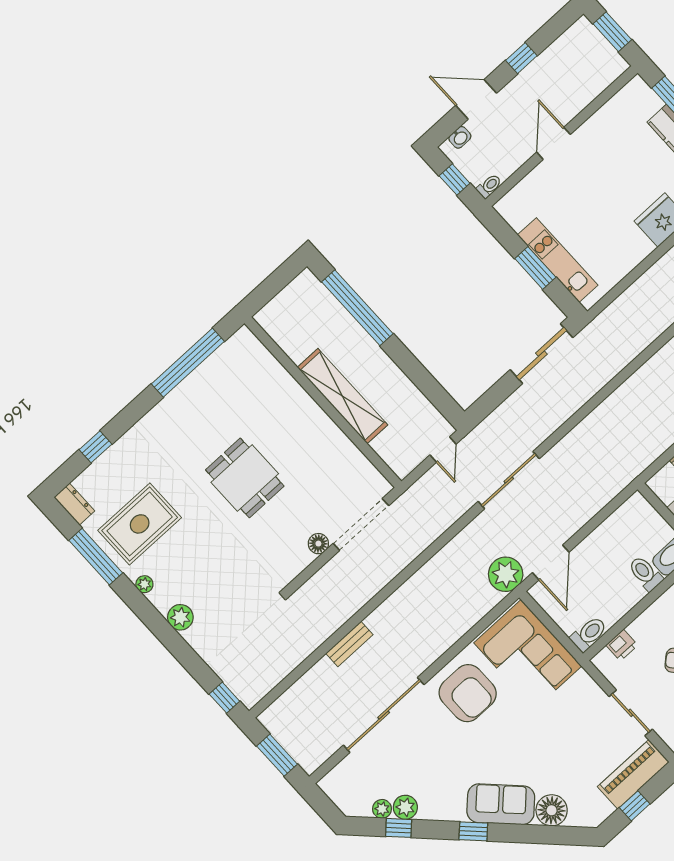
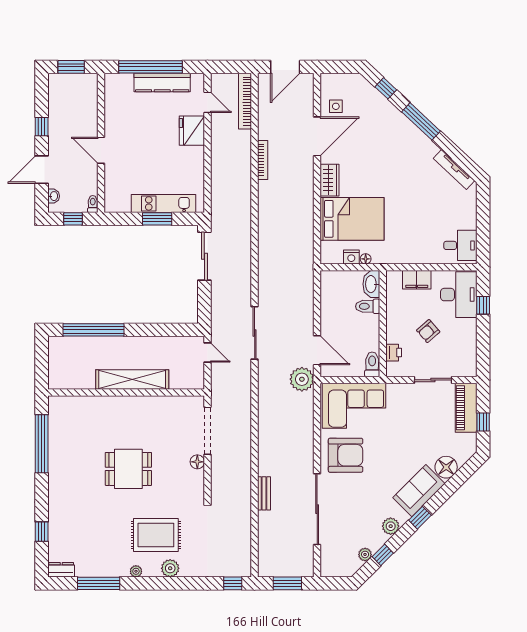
rug: (140, 524) -> (156, 535), moved, turned 90
plant: (405, 807) -> (391, 526), moved

